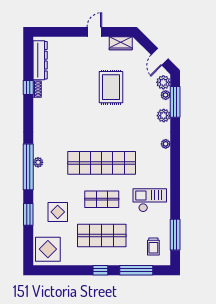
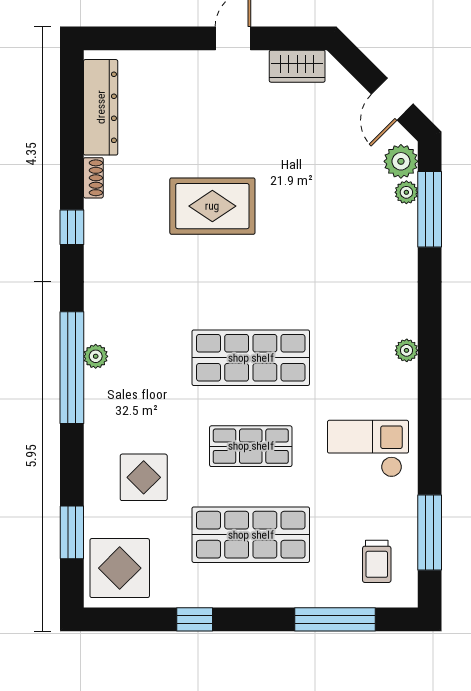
window: (28, 87) -> (72, 227), moved
rug: (111, 87) -> (212, 206), moved, turned 90
plant: (164, 116) -> (402, 242), removed
plant: (166, 144) -> (407, 350), moved
shop shelf: (102, 163) -> (251, 358), width x0.71
window: (28, 214) -> (72, 532), moved
window: (100, 270) -> (195, 619), moved

